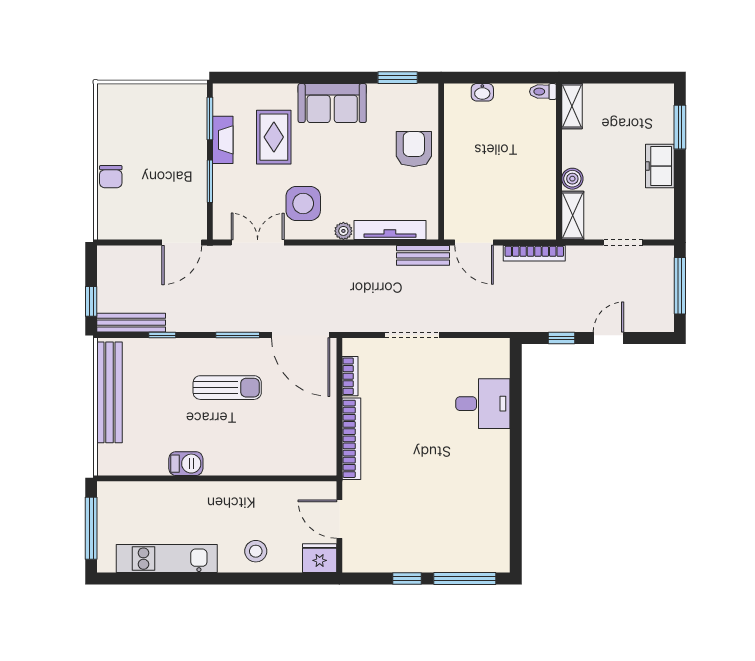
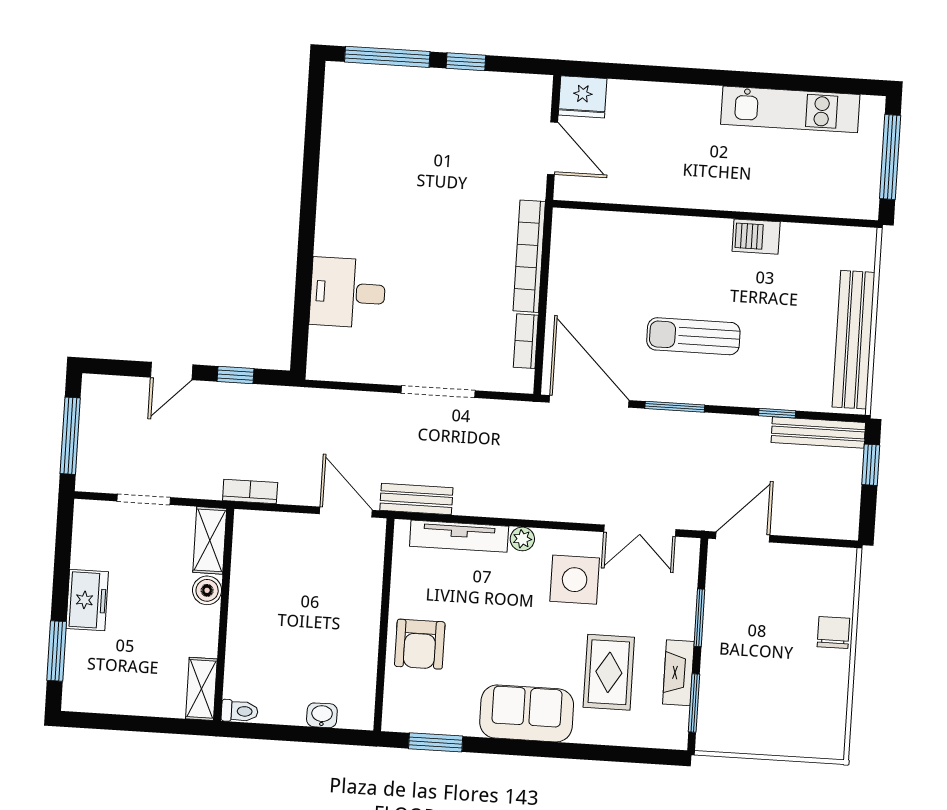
bookcase: (534, 253) -> (250, 491), width x0.64
stool: (256, 551) -> (669, 112), removed

